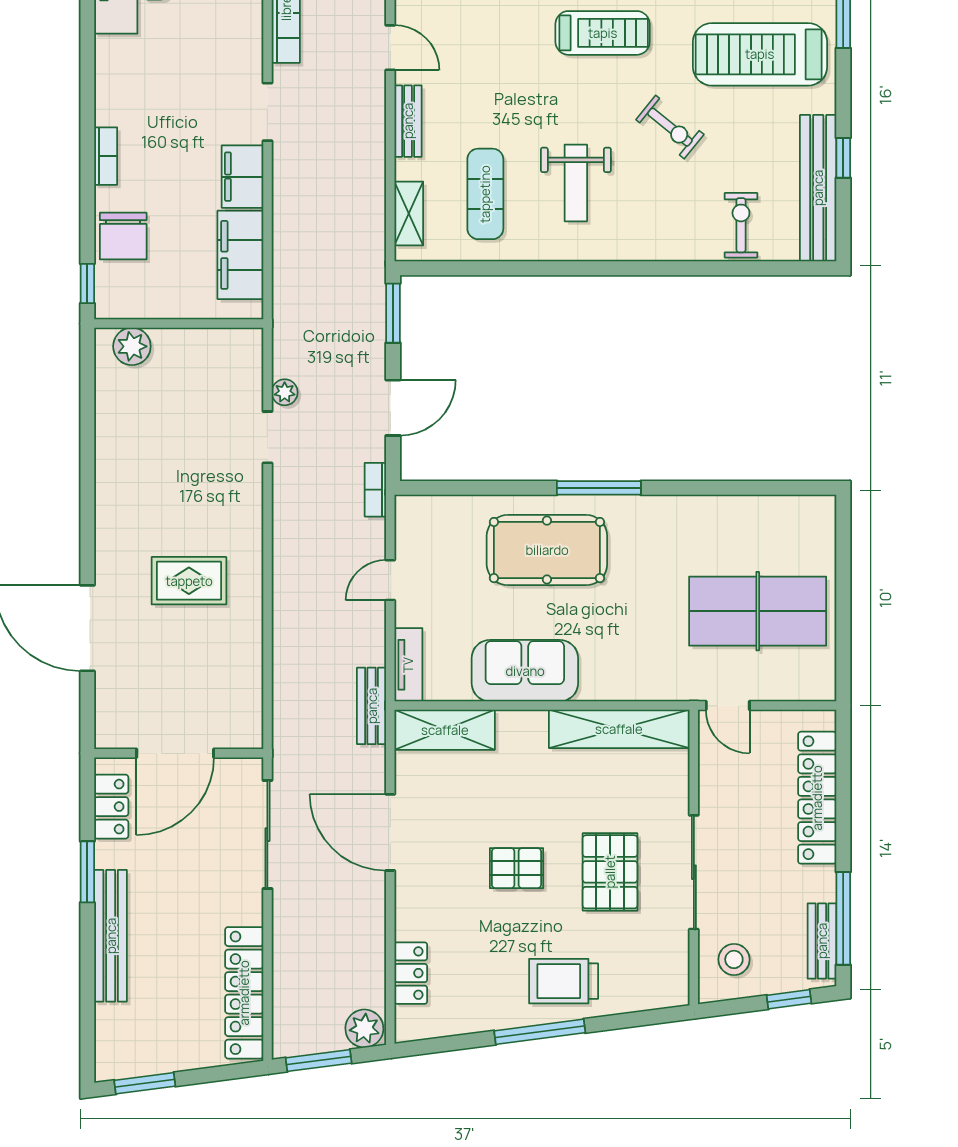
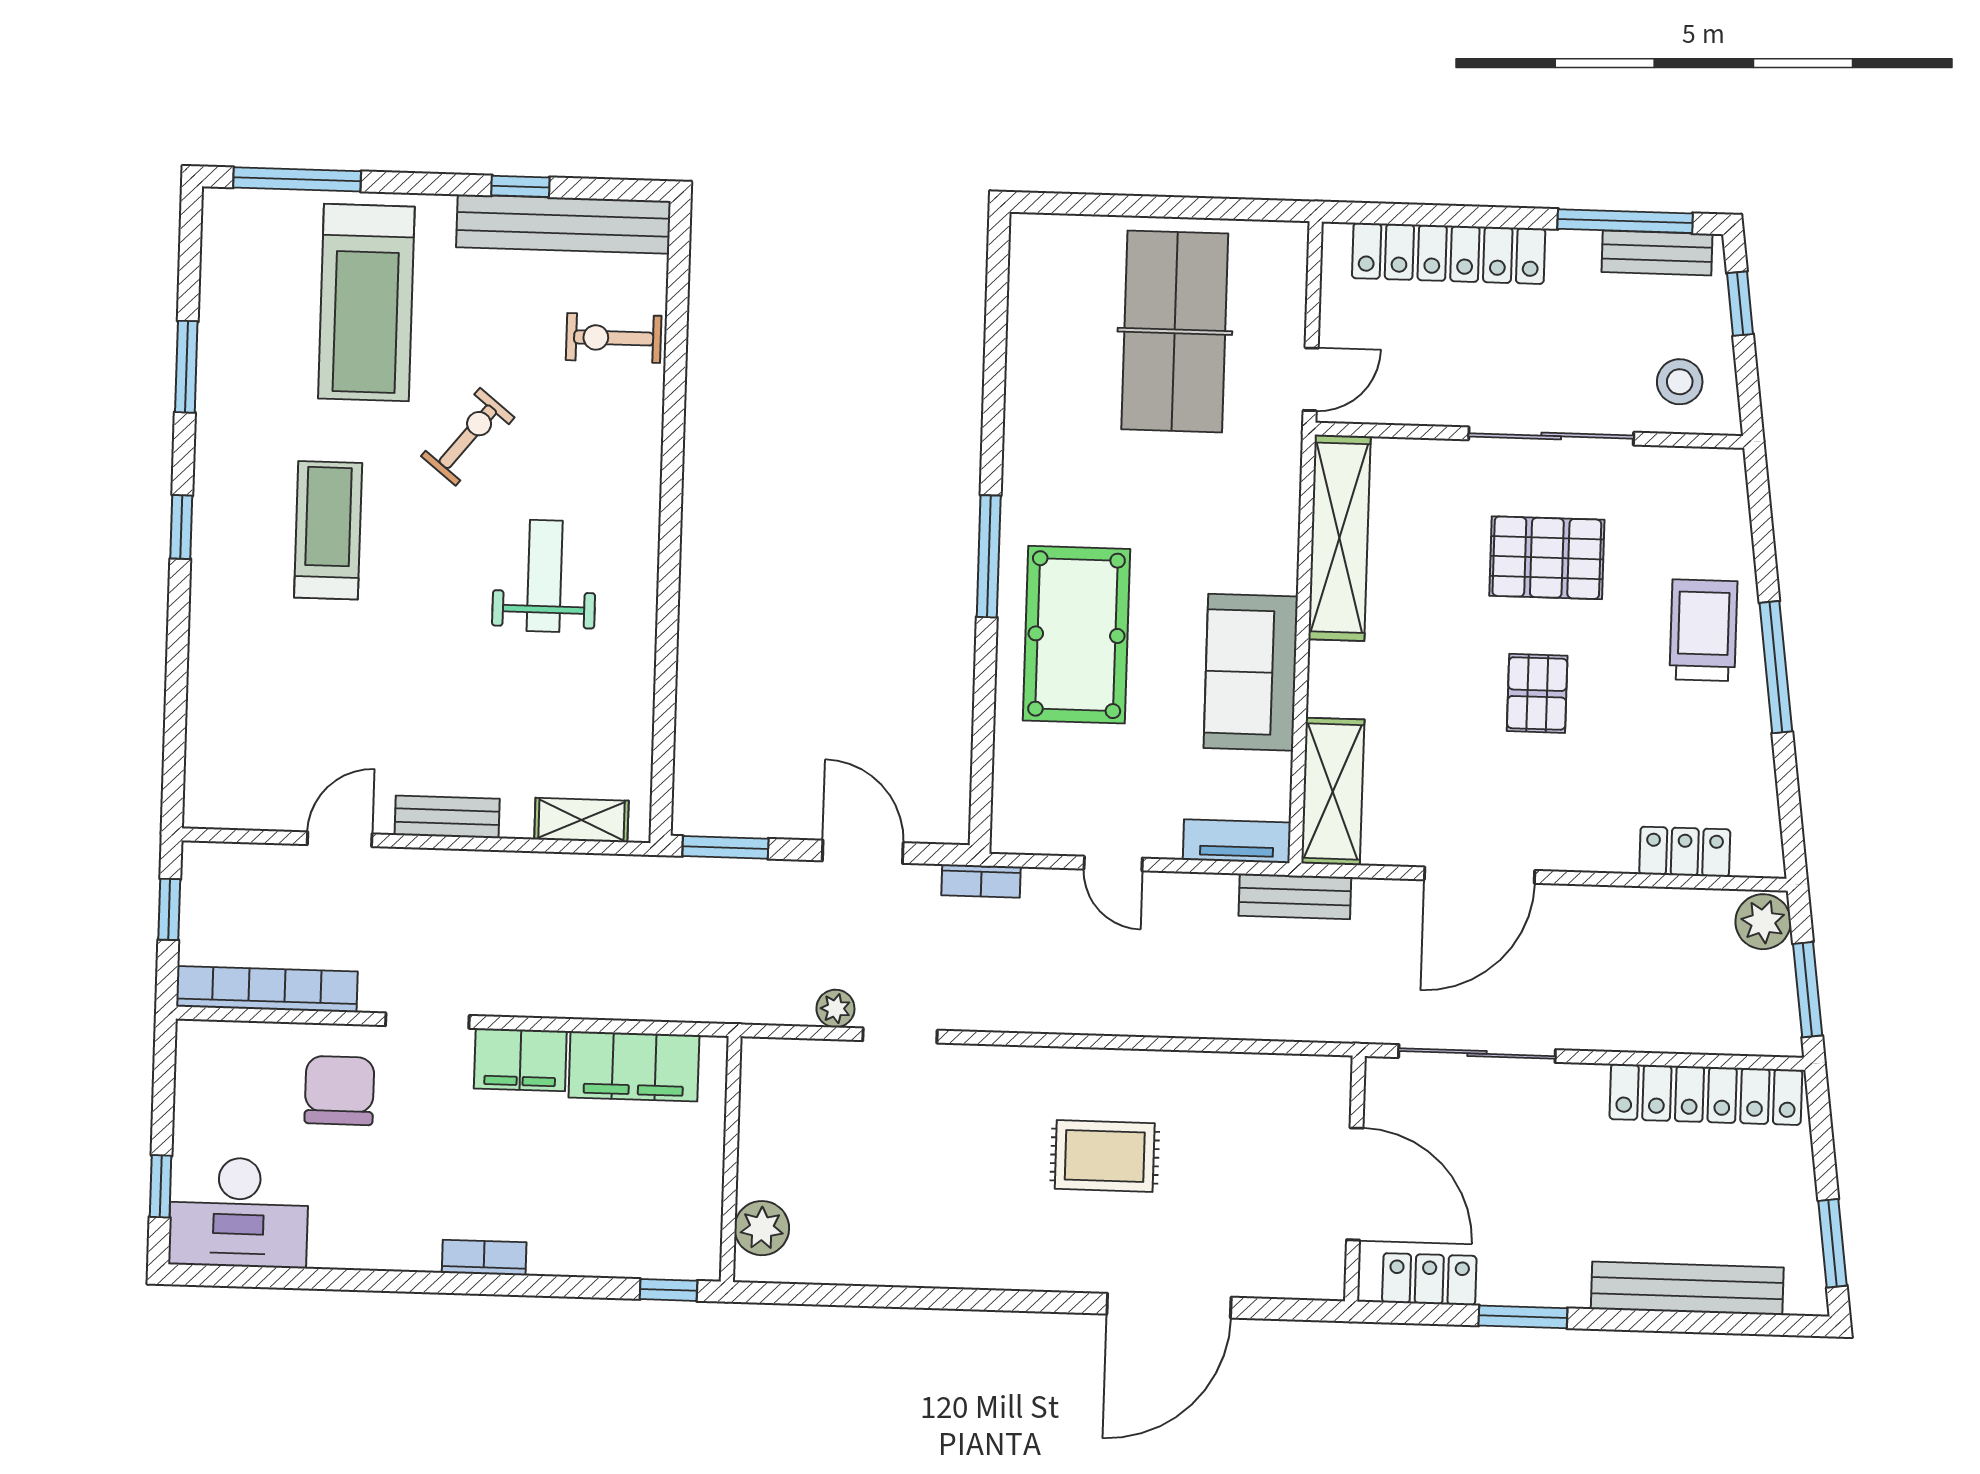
weight bench: (576, 183) -> (545, 576), turned -90
exercise mat: (485, 194) -> (556, 708), removed
chair: (123, 236) -> (339, 1090), moved, turned -90
rug: (189, 581) -> (1105, 1156), turned 90
bench: (111, 936) -> (1687, 1288), moved
trolley: (564, 981) -> (1703, 630), turned 180

